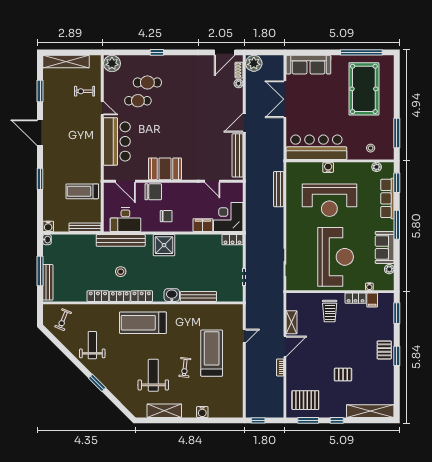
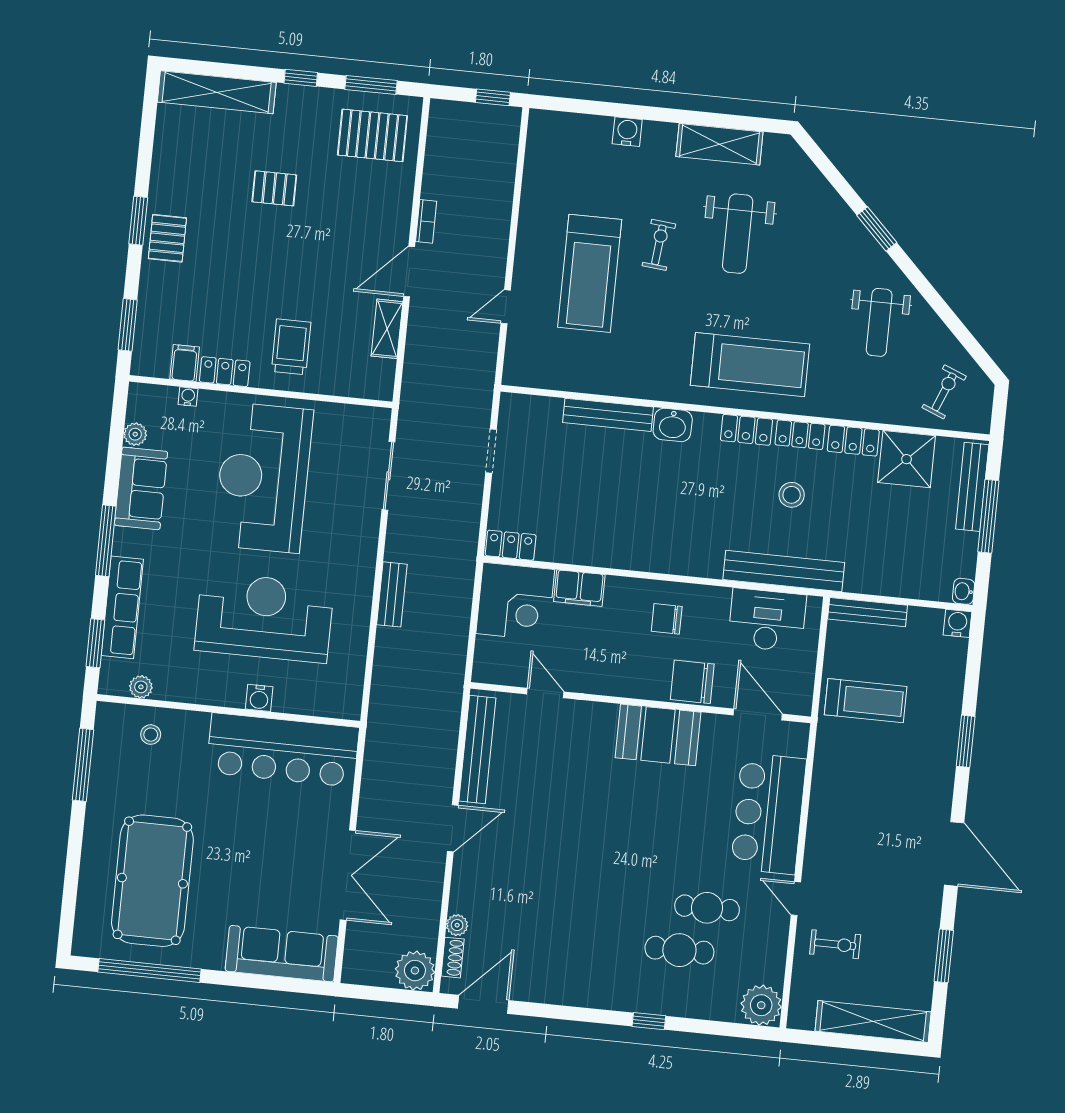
bench: (279, 189) -> (392, 594), moved, width x0.73
shower: (164, 245) -> (907, 459), moved

